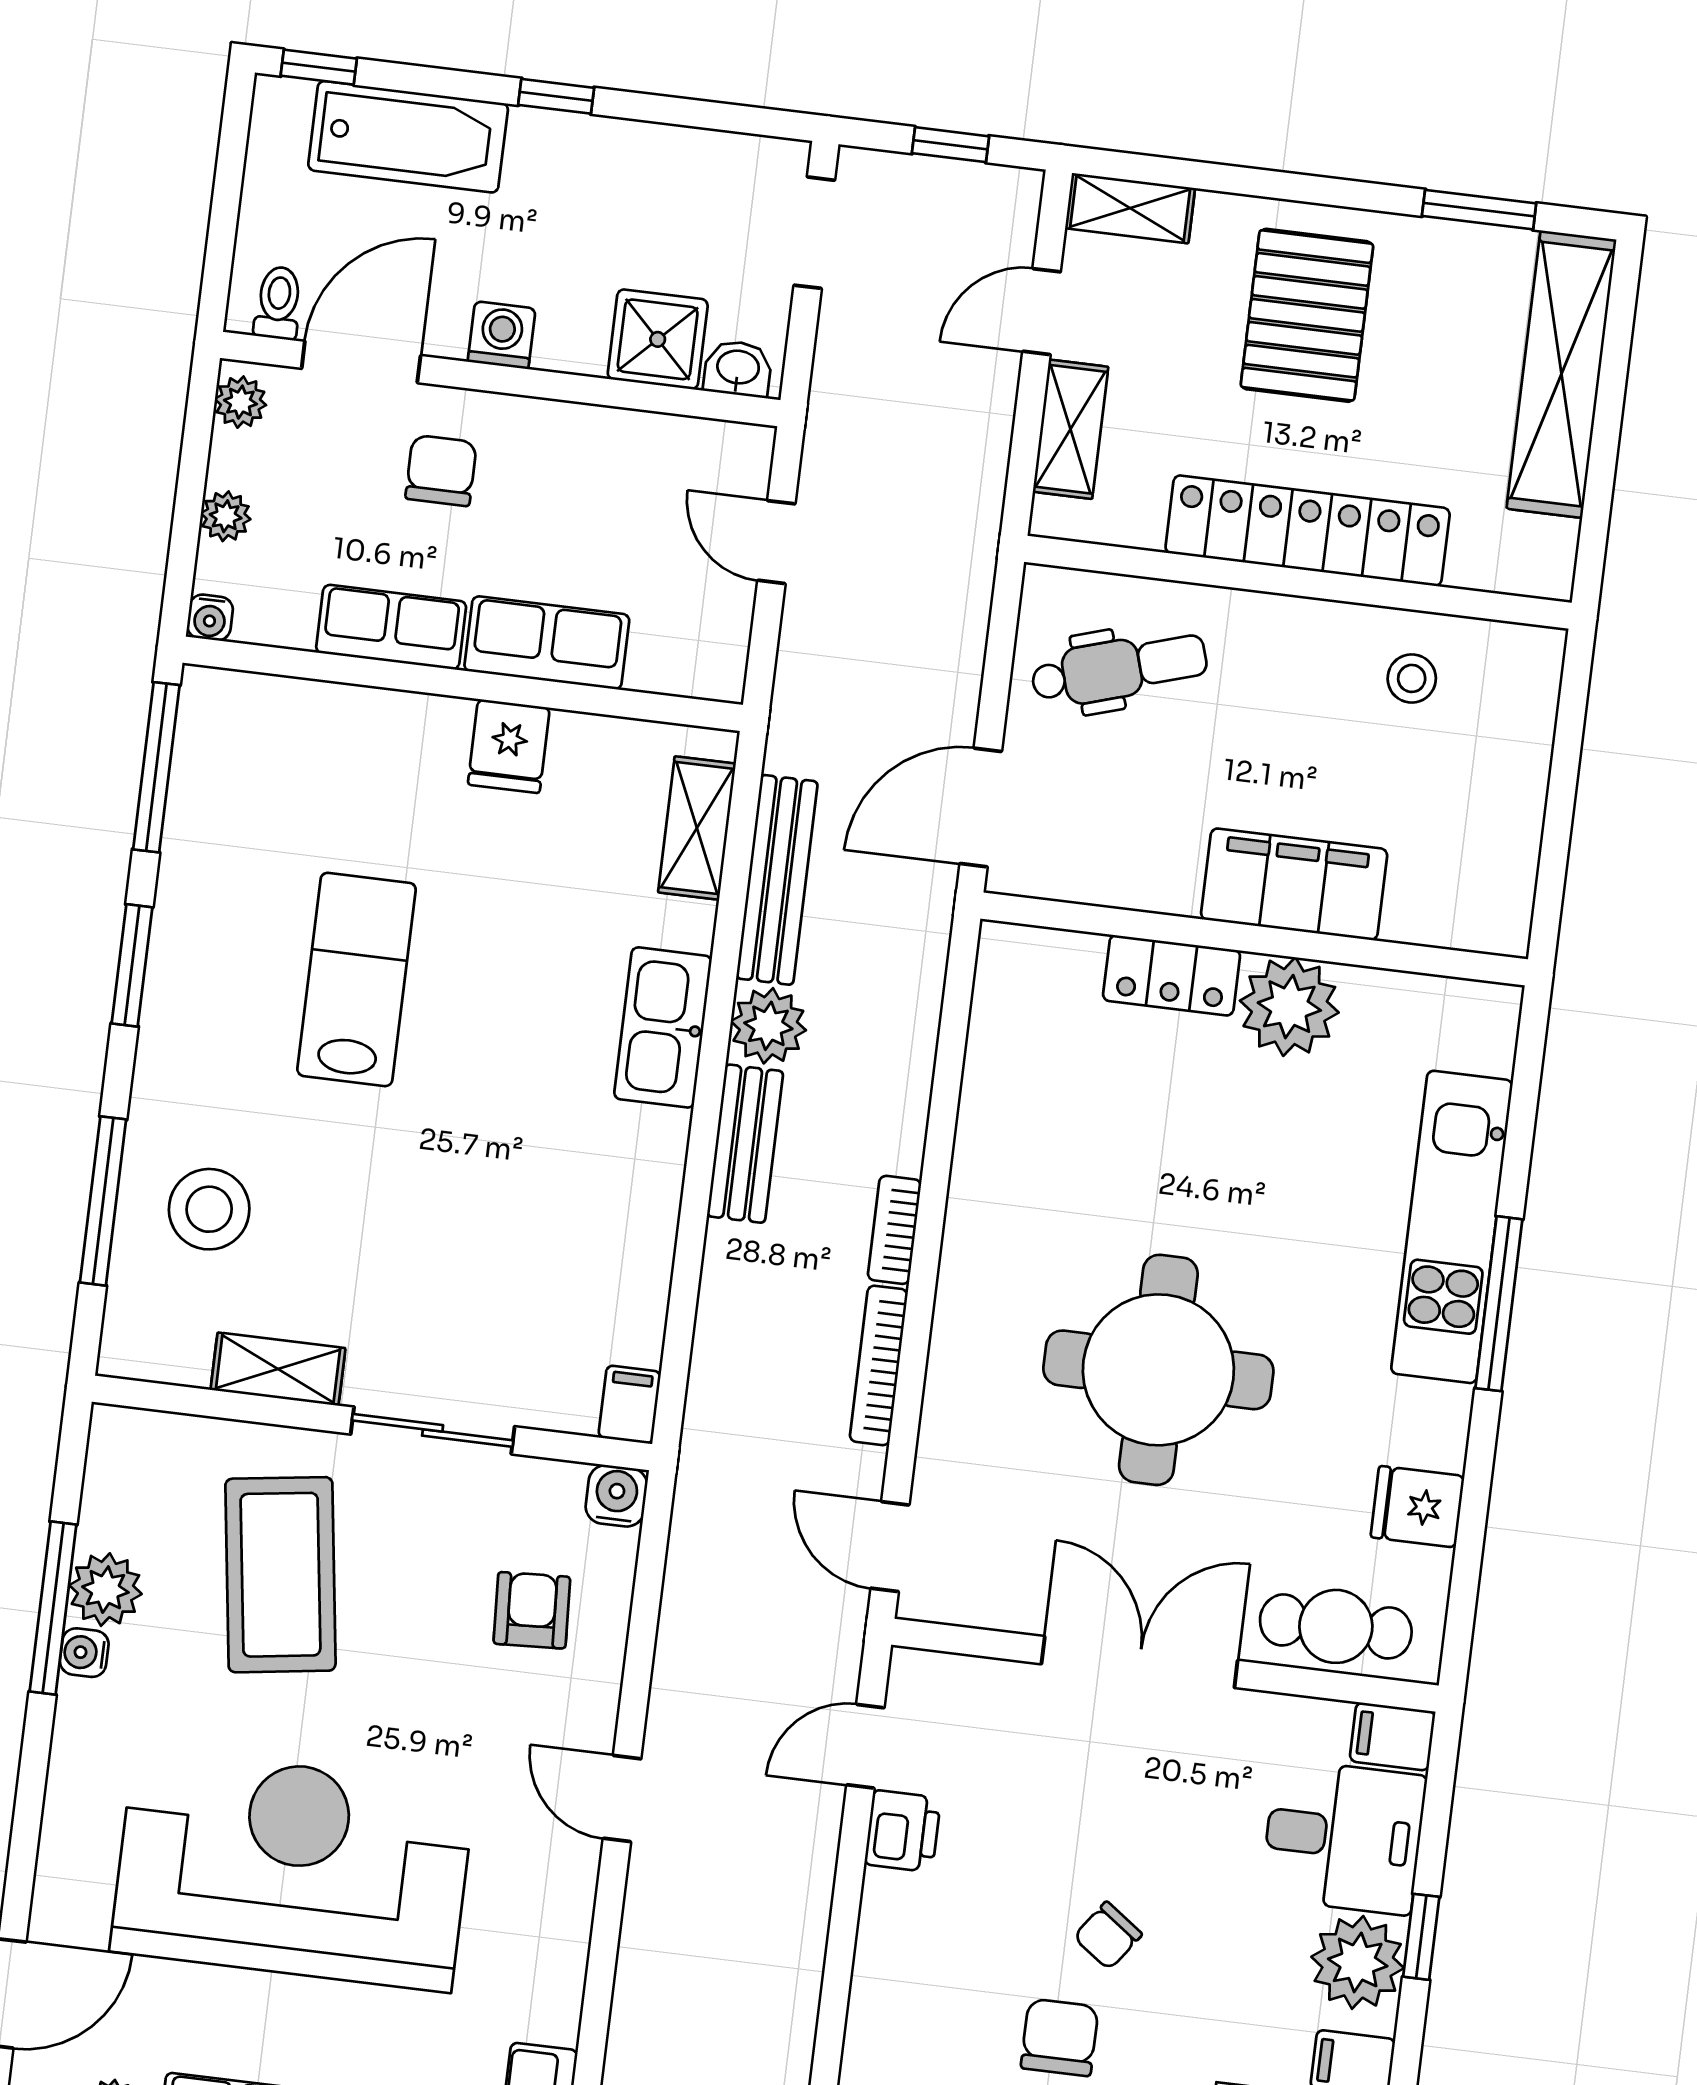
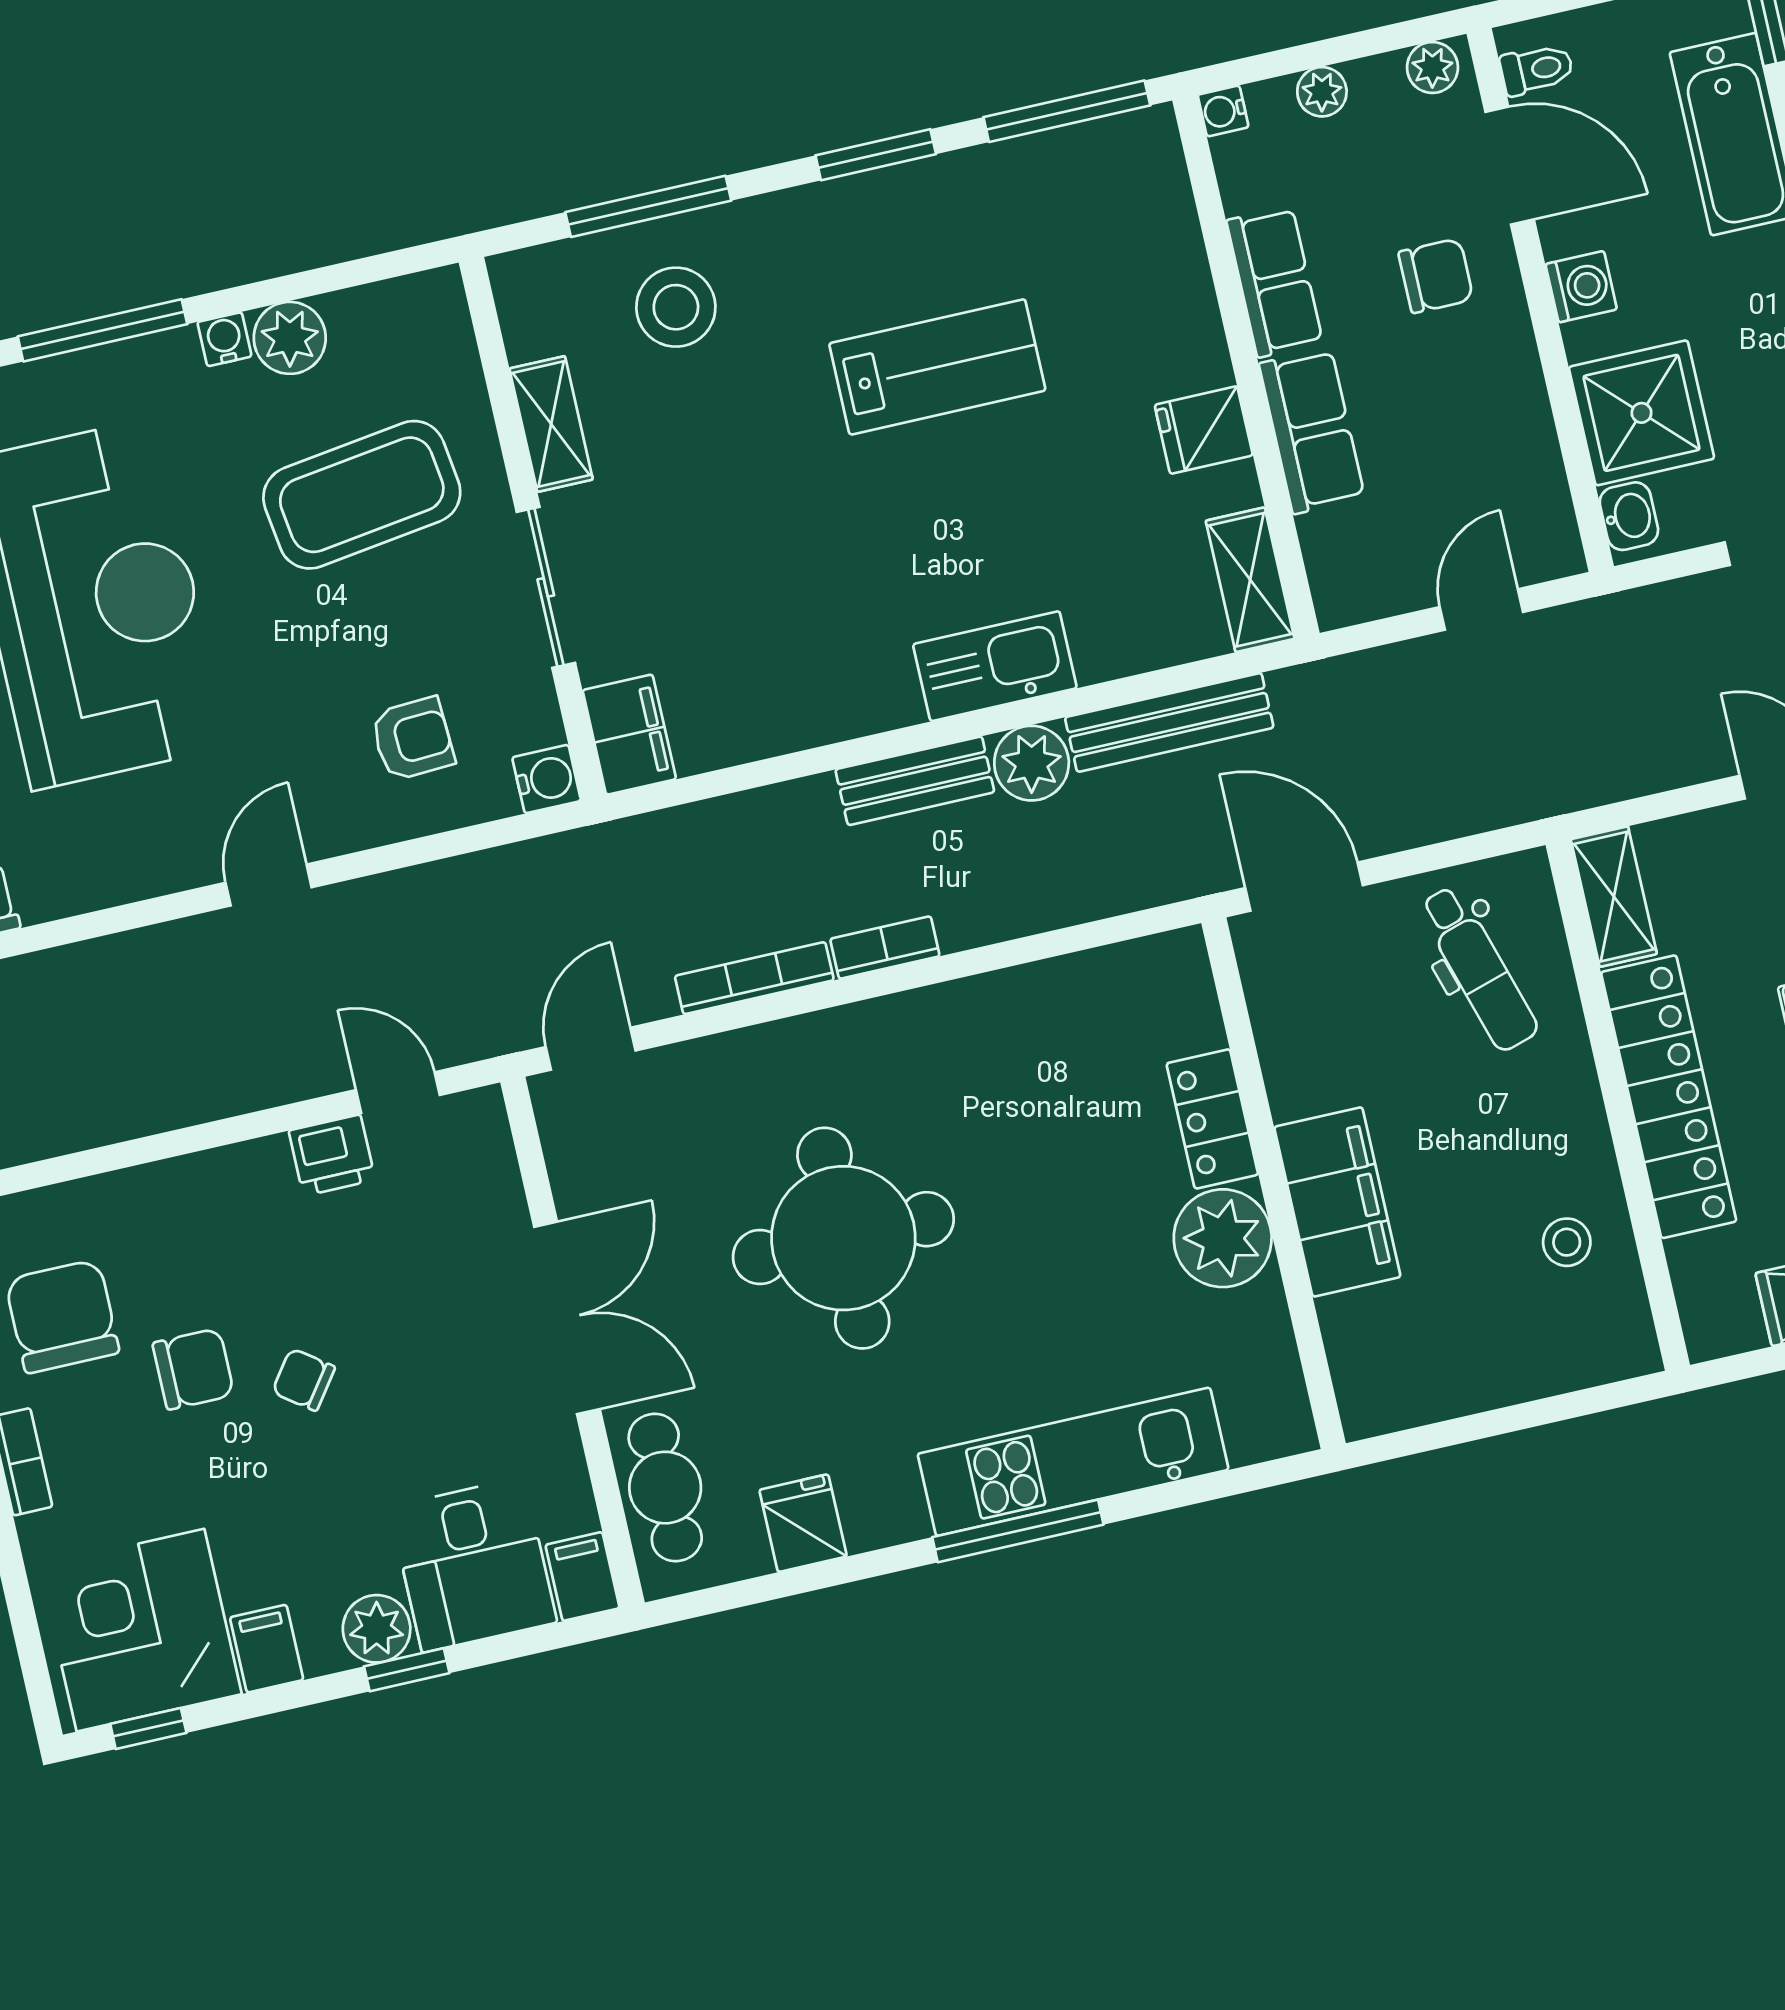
shower: (658, 339) -> (1641, 413), width x1.36, depth x1.36
shelving: (1071, 429) -> (1614, 897), moved, turned 90
shelving: (697, 828) -> (1250, 580), moved, turned 90
filing cabinet: (630, 1405) -> (629, 735), width x2.00
window: (53, 1608) -> (102, 330), moved
plant: (1358, 1962) -> (377, 1629), width x0.73, depth x0.73

